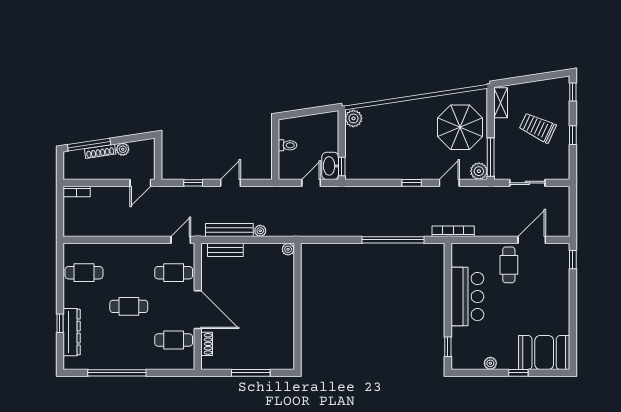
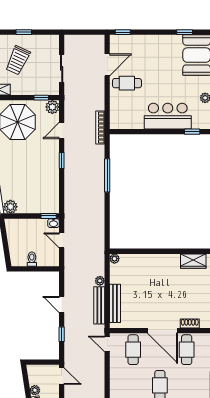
window: (491, 157) -> (41, 98), width x0.46
washbasin: (330, 166) -> (53, 223), width x0.52, depth x0.69
door: (449, 183) -> (62, 130), hinge flipped
window: (393, 240) -> (107, 175), width x0.68
door: (532, 240) -> (107, 65), swing flipped
bench: (225, 250) -> (115, 303), width x1.36
bar counter: (467, 297) -> (168, 116), moved
door: (198, 310) -> (162, 331), swing flipped
window: (573, 338) -> (185, 32), added
wardrobe: (285, 348) -> (193, 261), added

